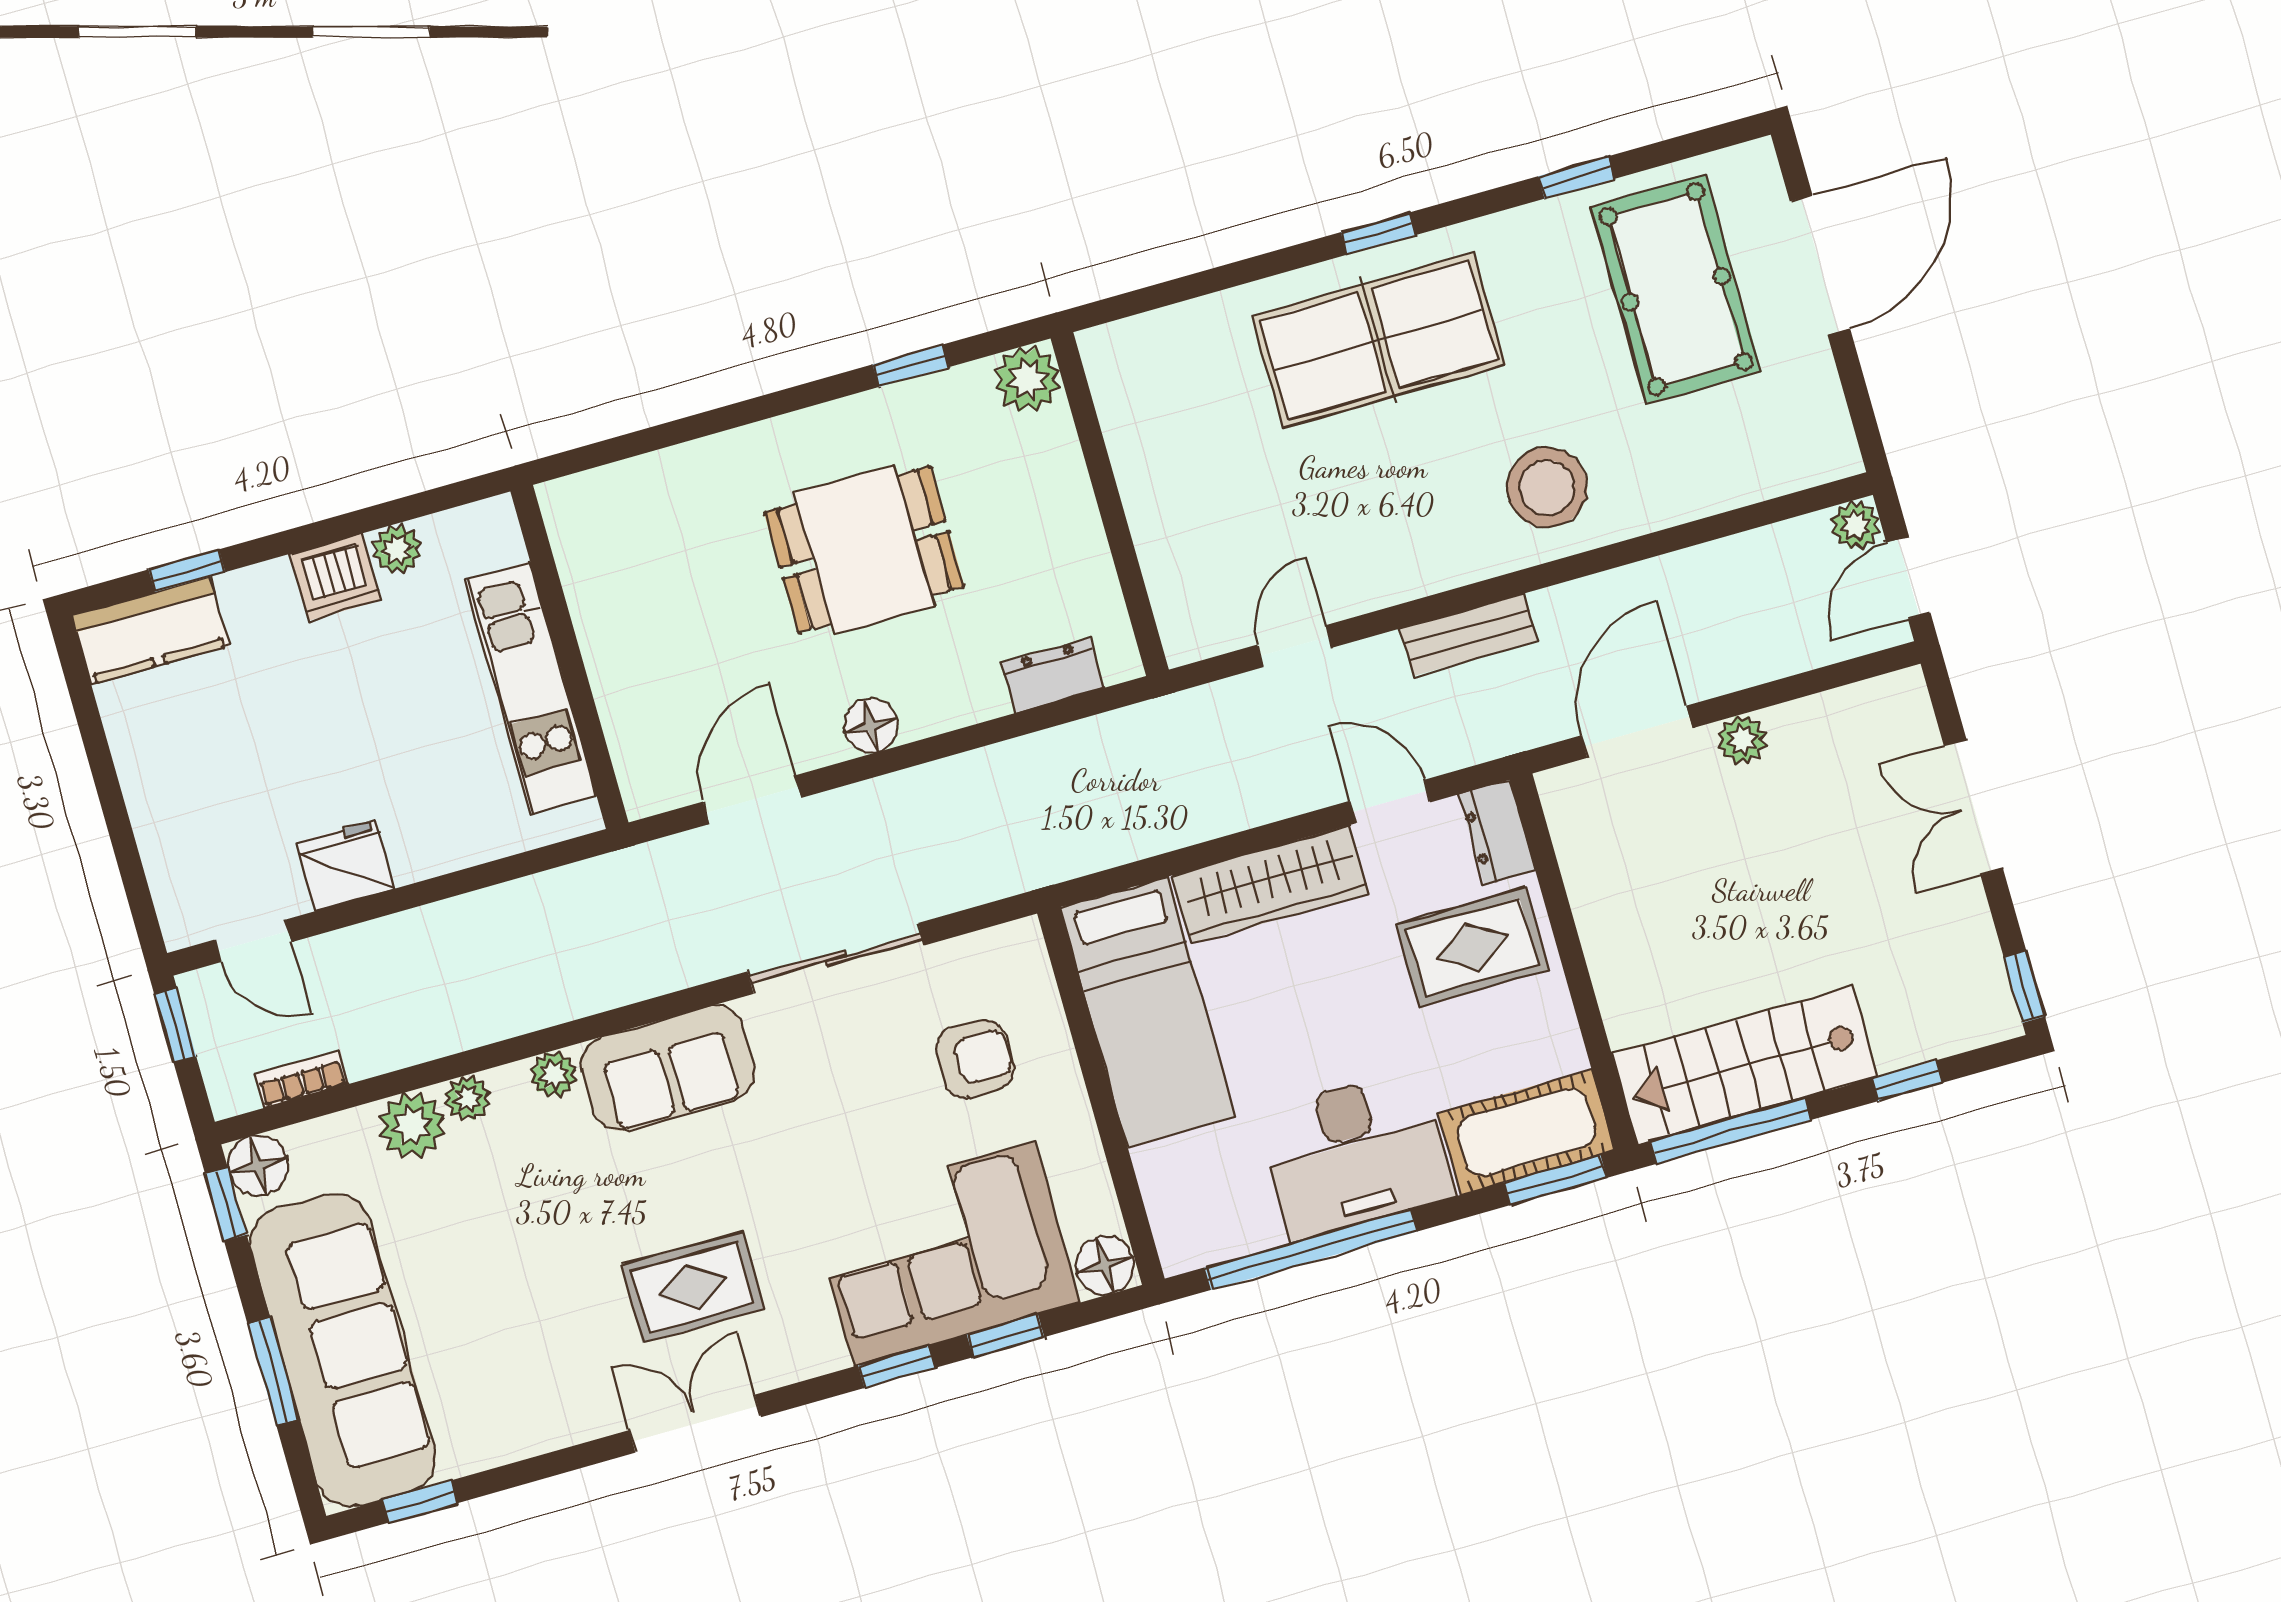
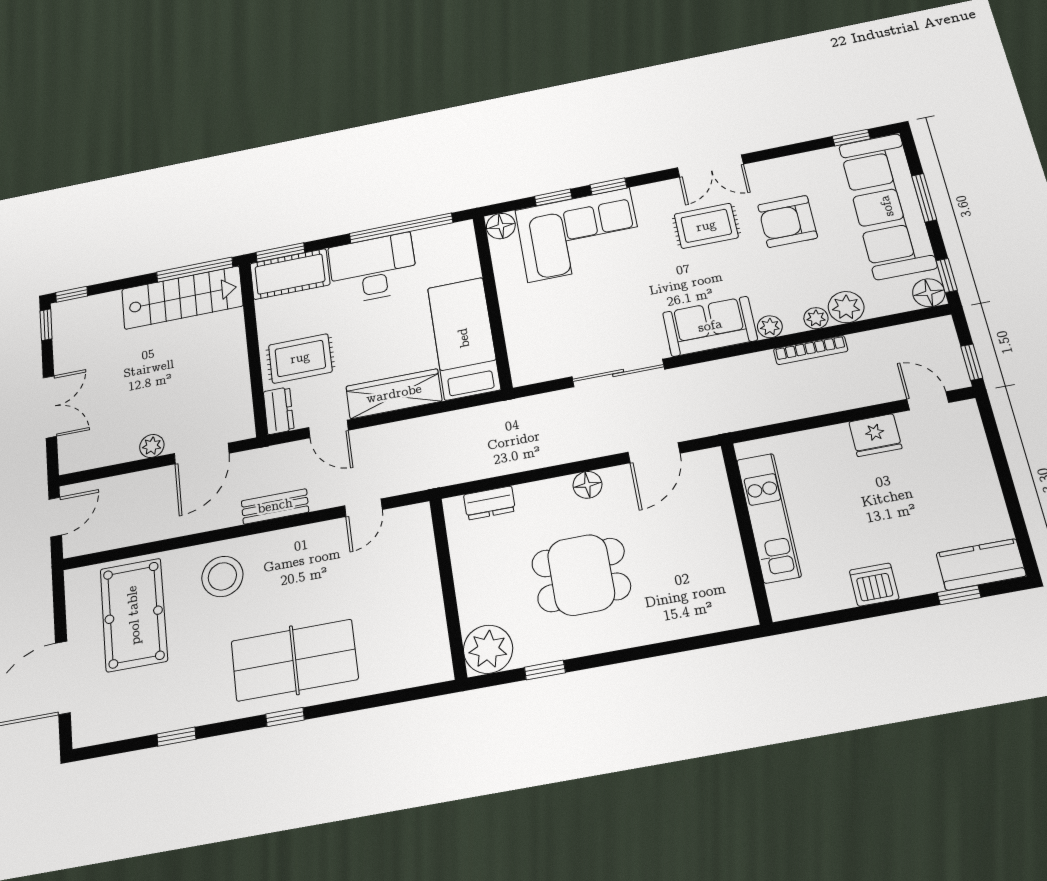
pool table: (1676, 289) -> (134, 615), moved
plant: (1028, 379) -> (488, 649), width x1.36, depth x1.36
plant: (1856, 525) -> (75, 545), removed
plant: (397, 549) -> (839, 597), removed
armchair: (975, 1059) -> (788, 221), moved, width x1.38, depth x1.38
bookcase: (301, 1079) -> (811, 350), moved, width x1.56
window: (1907, 1081) -> (72, 294), moved

